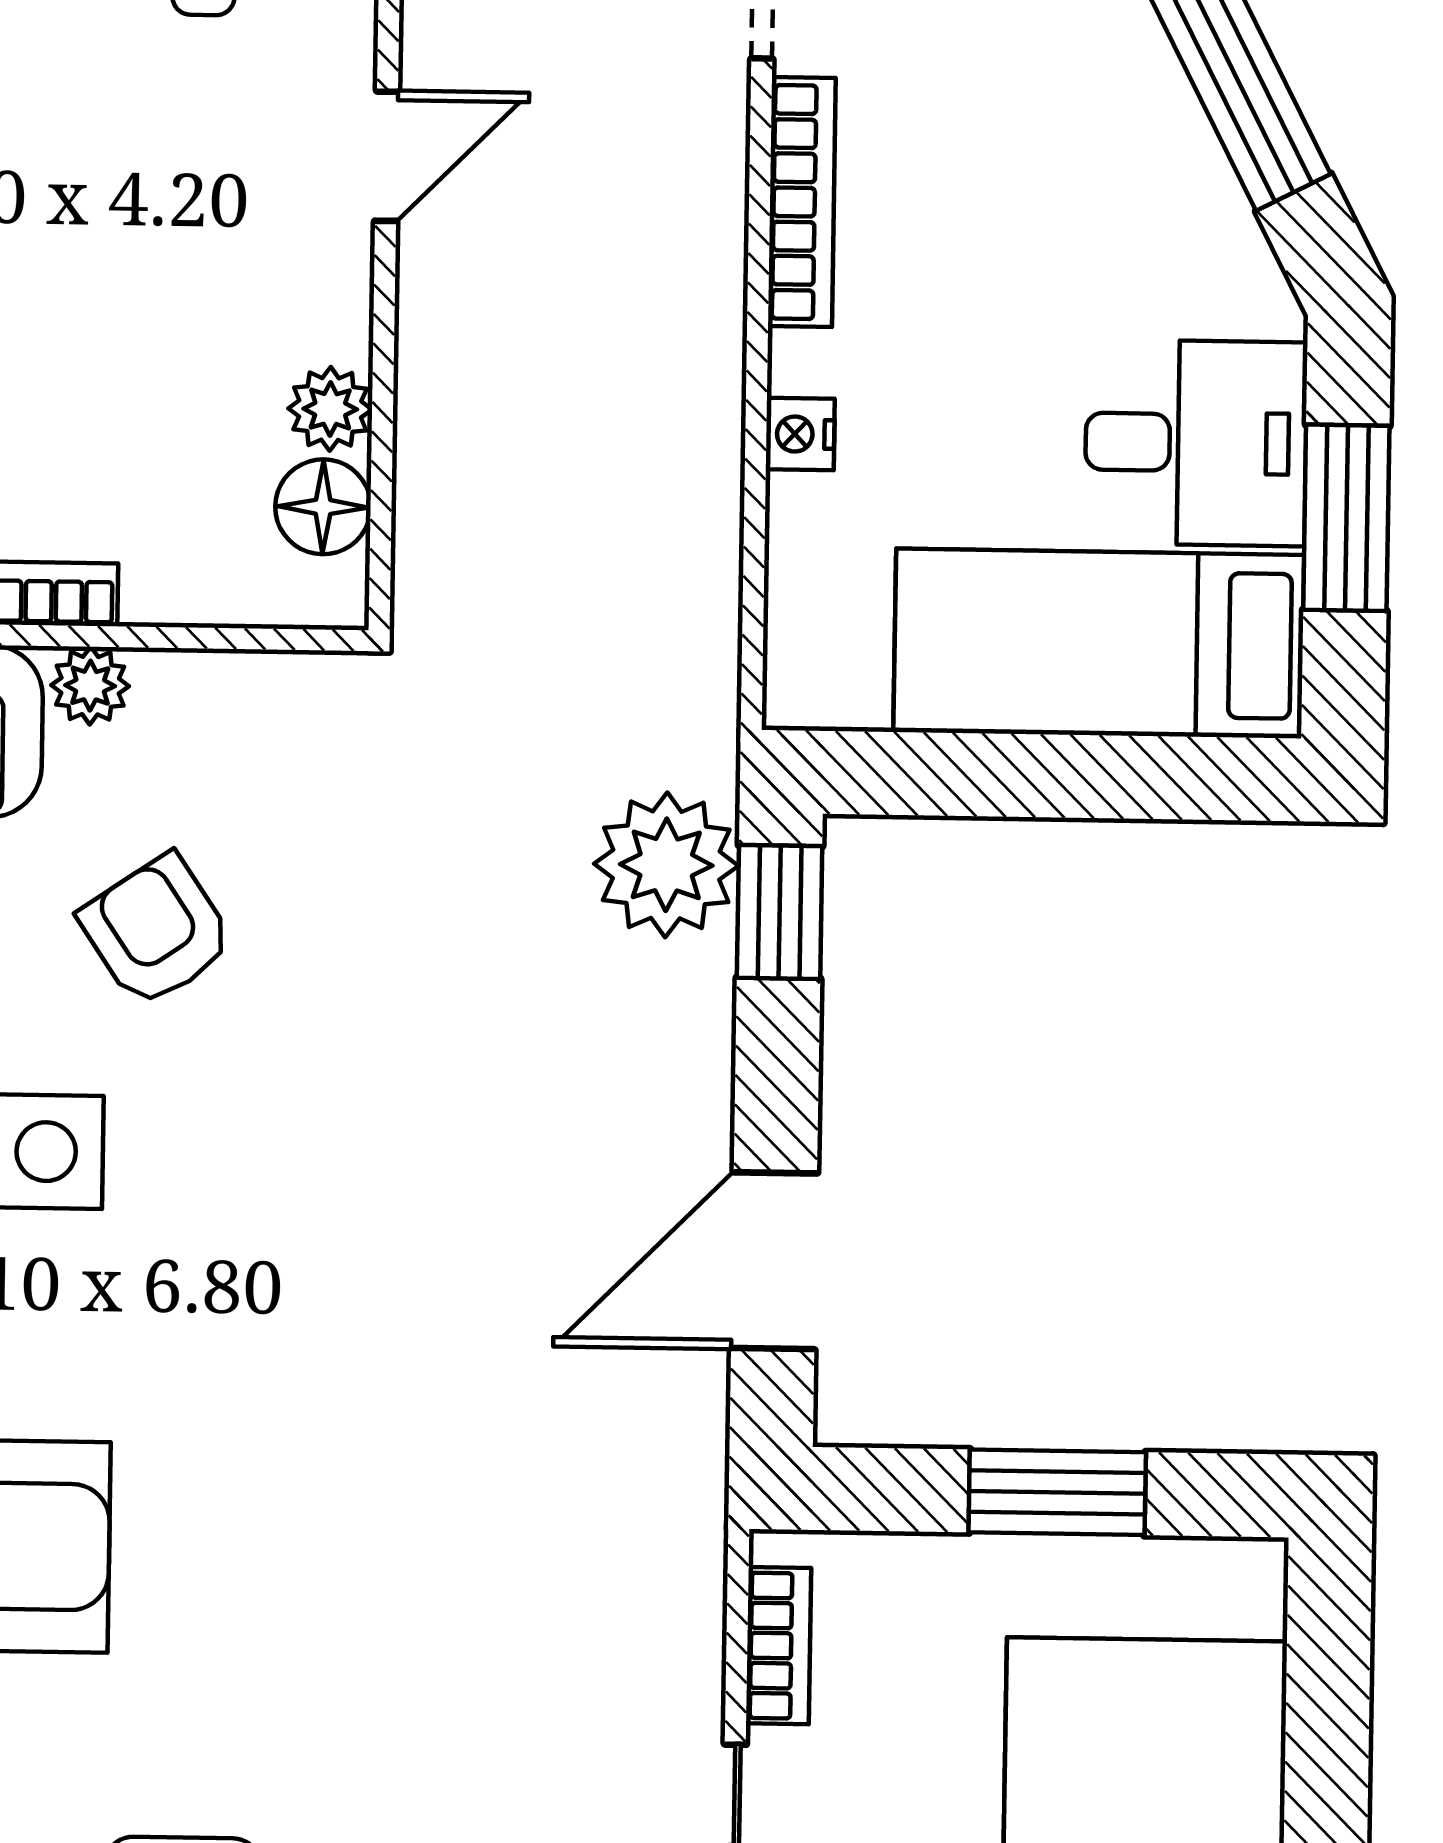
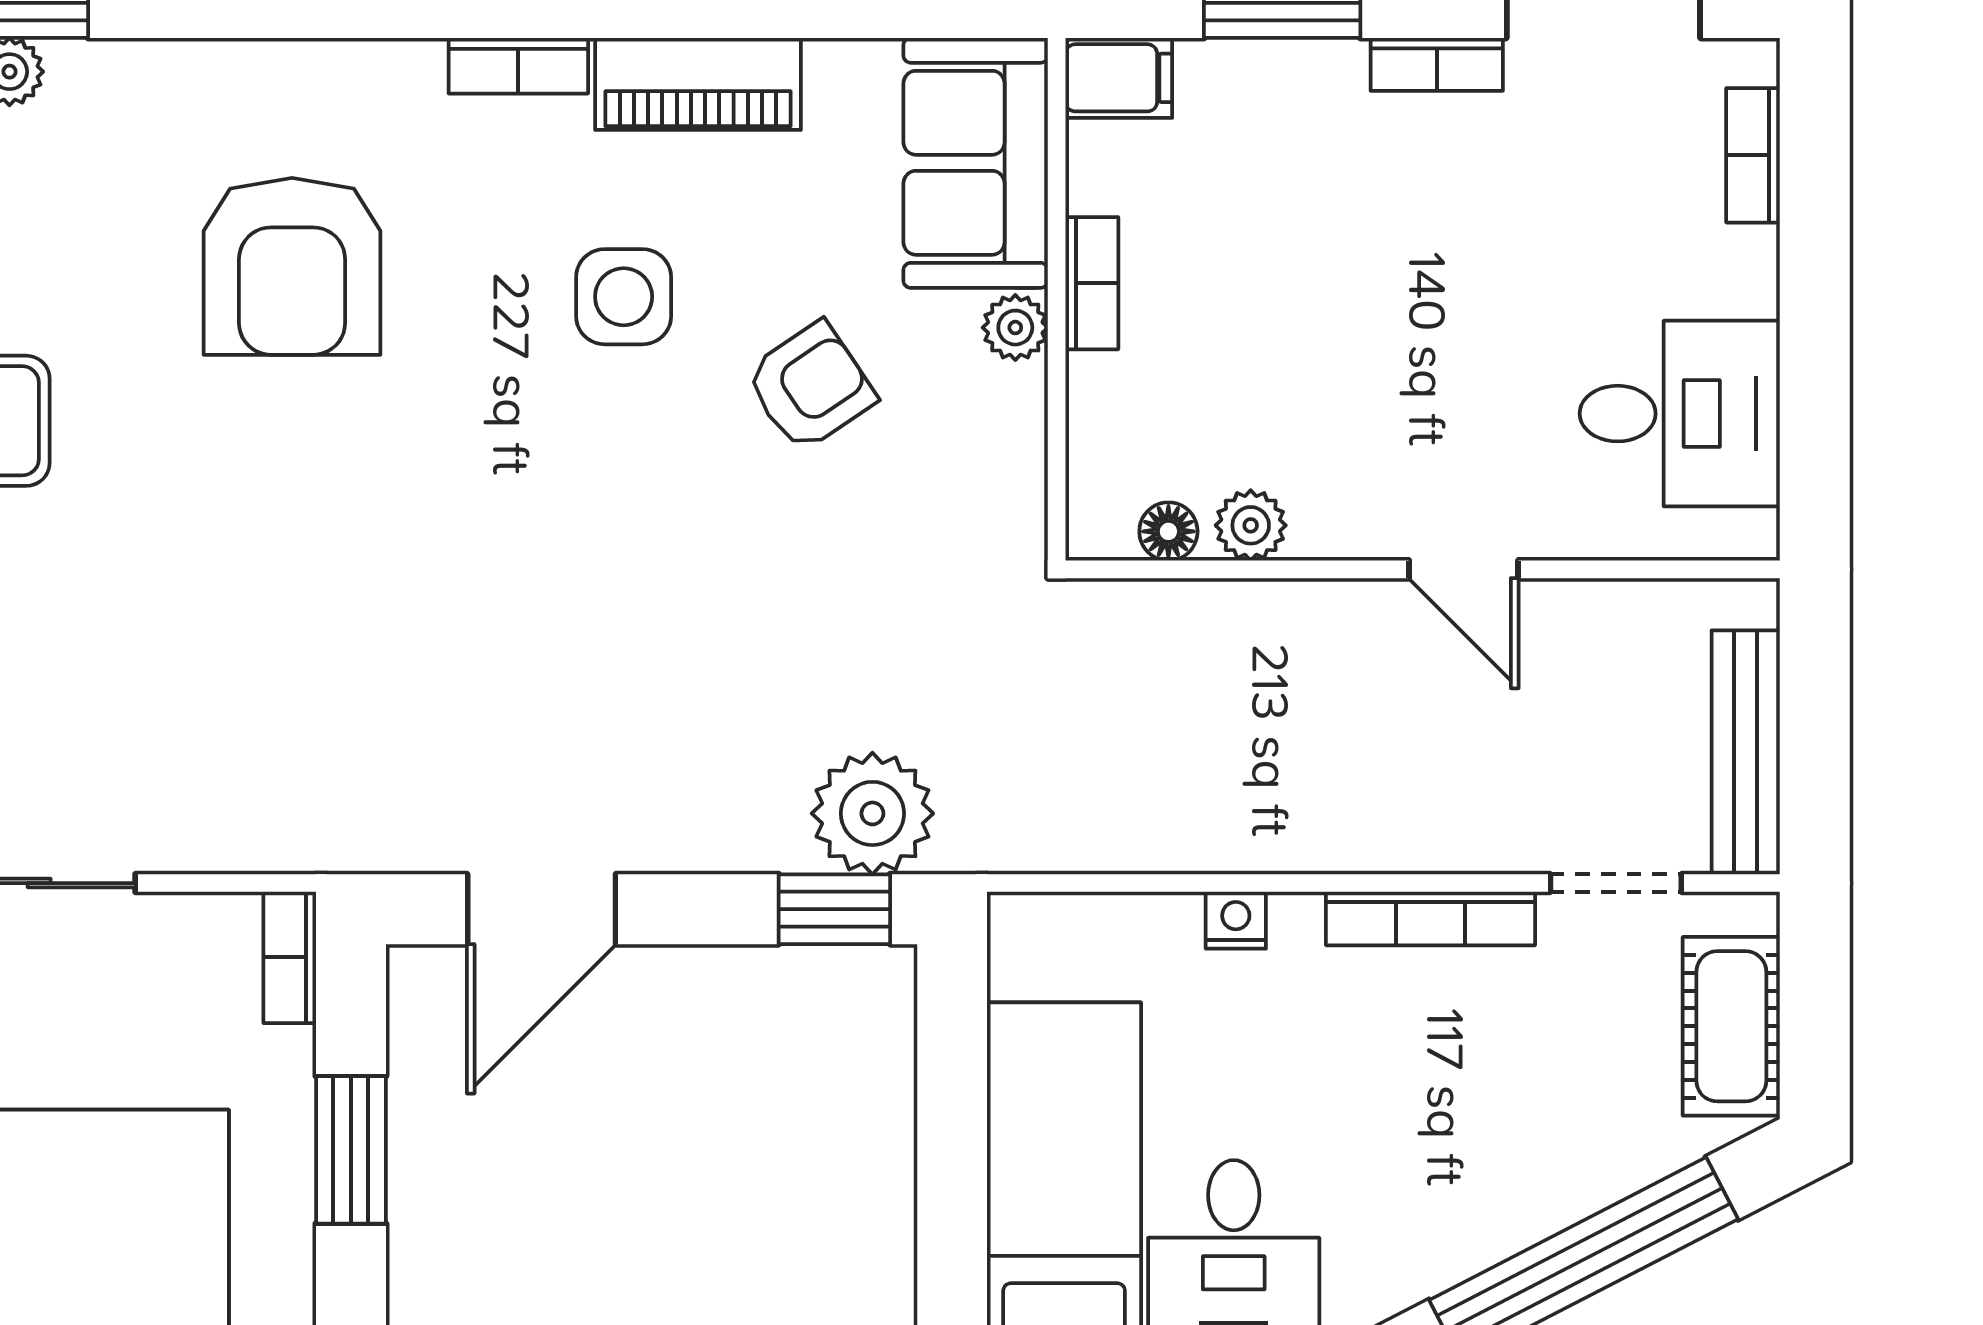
floor lamp: (323, 507) -> (1168, 531), width x0.73, depth x0.73
door: (774, 1261) -> (542, 909), swing flipped
bookcase: (779, 1646) -> (290, 957), moved, turned 90

